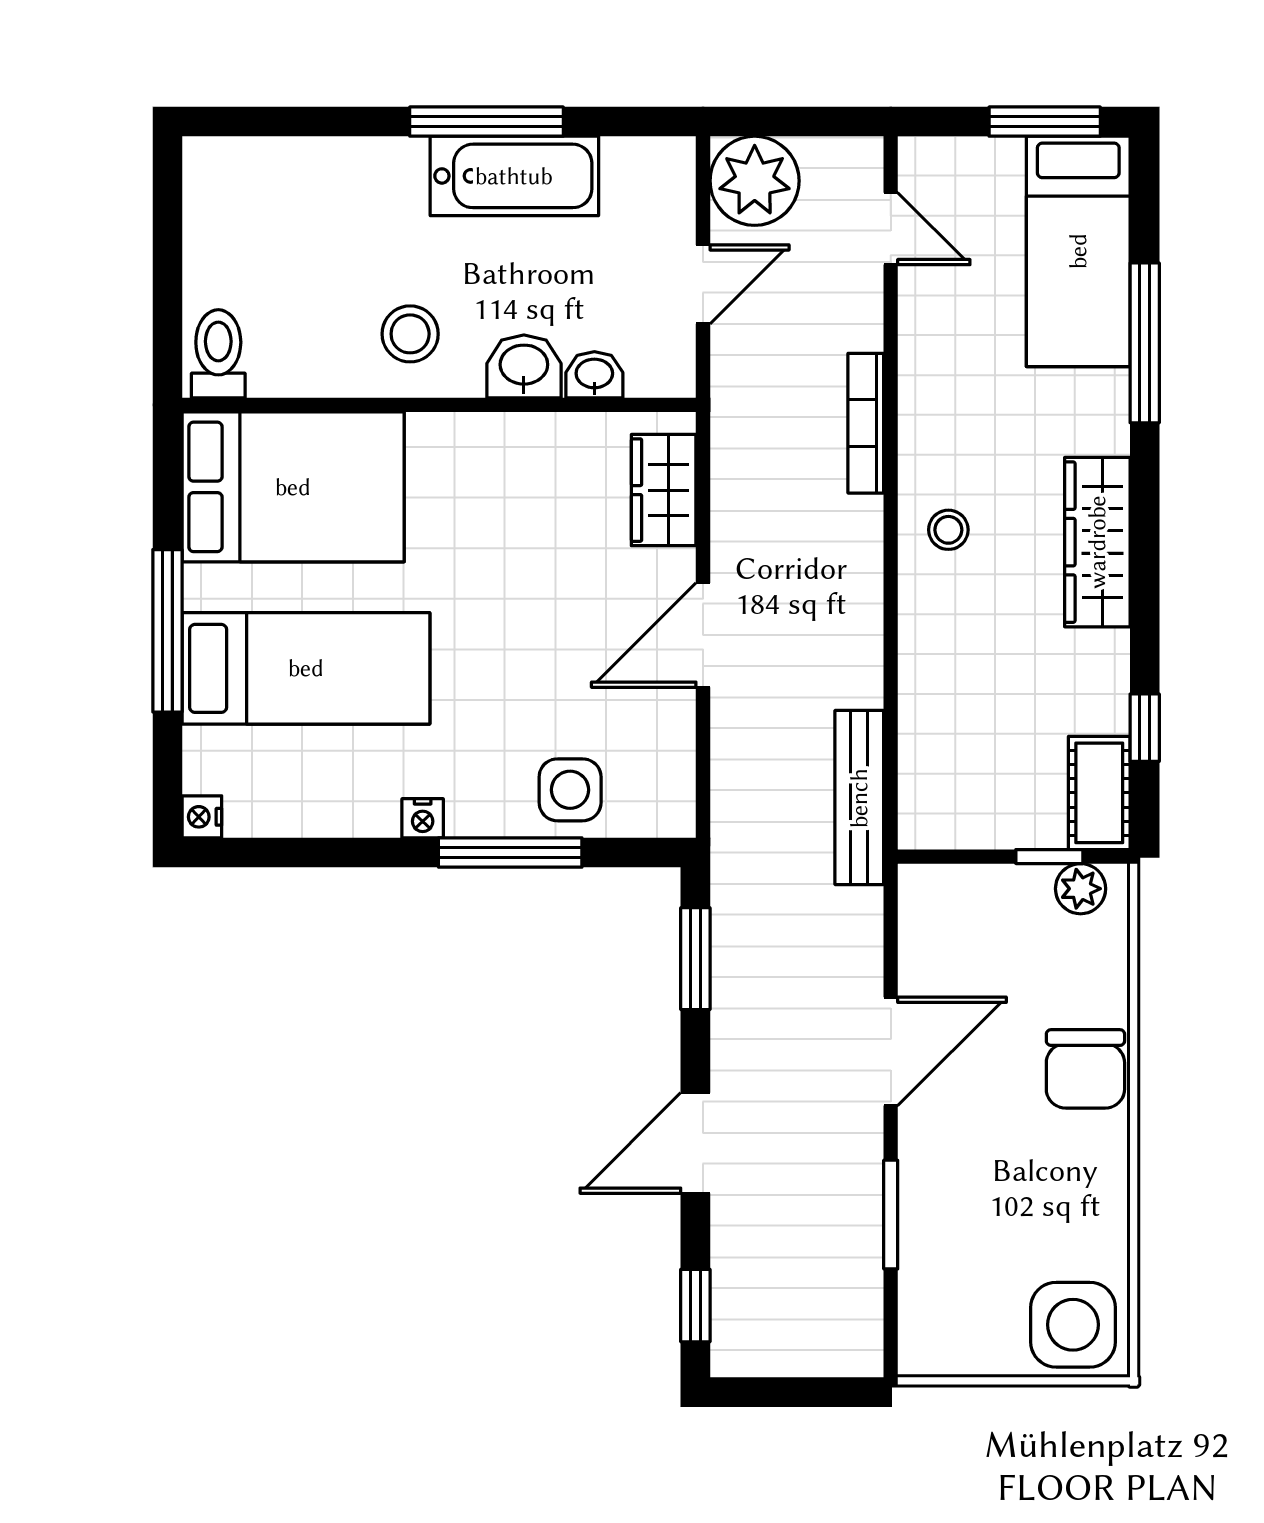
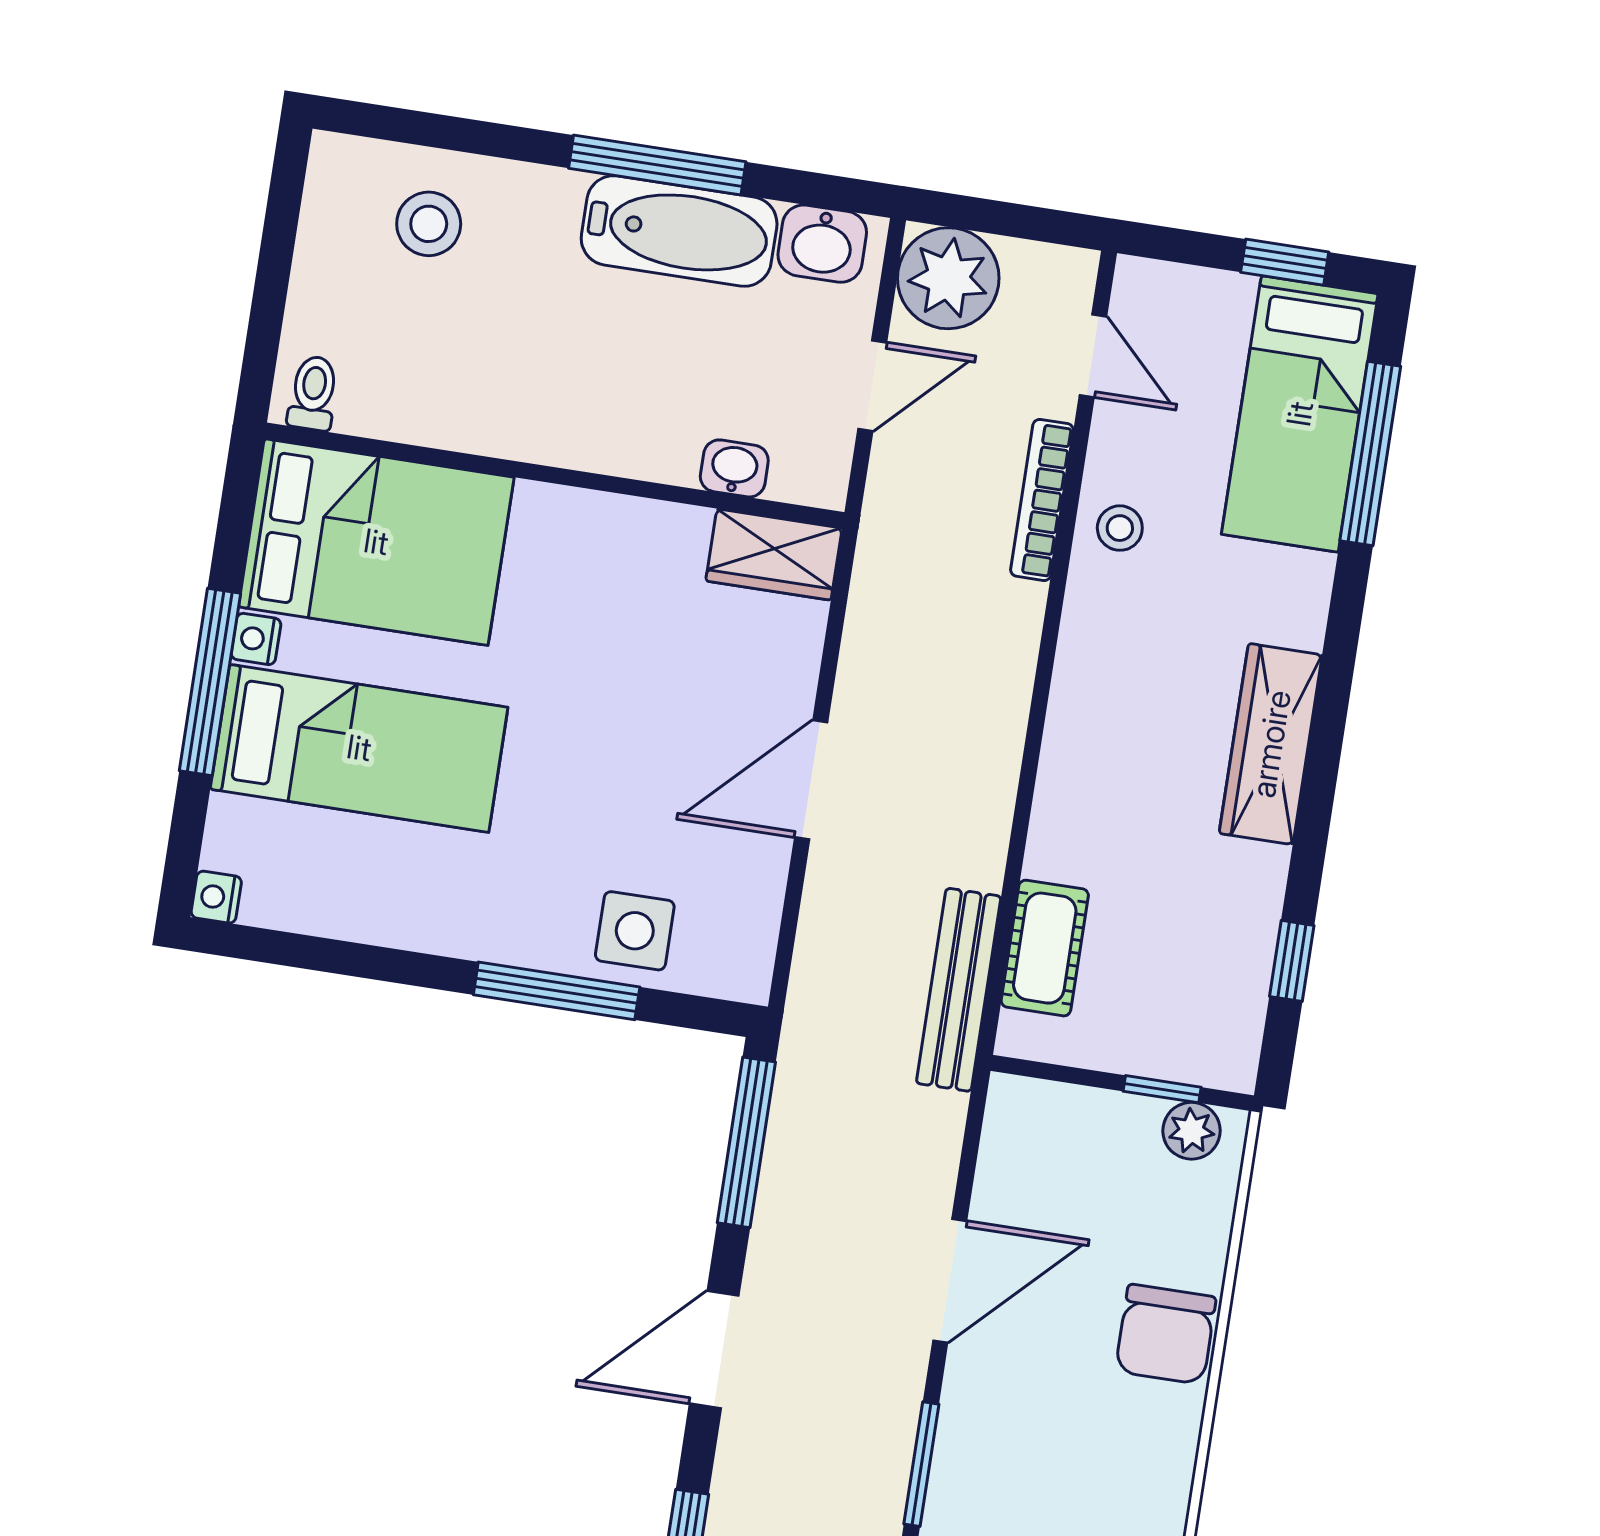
window: (1045, 122) -> (1285, 262), width x0.67
stool: (410, 334) -> (429, 224), moved
window: (1145, 343) -> (1370, 453), moved
toilet: (218, 354) -> (313, 393), width x0.73, depth x0.72
washbasin: (524, 366) -> (822, 244), moved, turned 180
bookcase: (866, 423) -> (1042, 500), moved
wardrobe: (664, 490) -> (774, 554), moved, turned -90
stool: (948, 530) -> (1120, 528), moved
cot: (1099, 793) -> (1045, 948), moved
nightstand: (423, 818) -> (256, 639), moved, turned 90
window: (695, 959) -> (746, 1142), width x1.44

